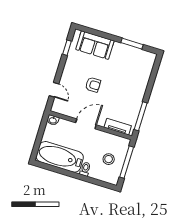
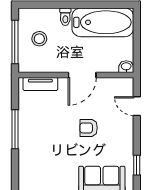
window: (141, 116) -> (15, 129), moved

